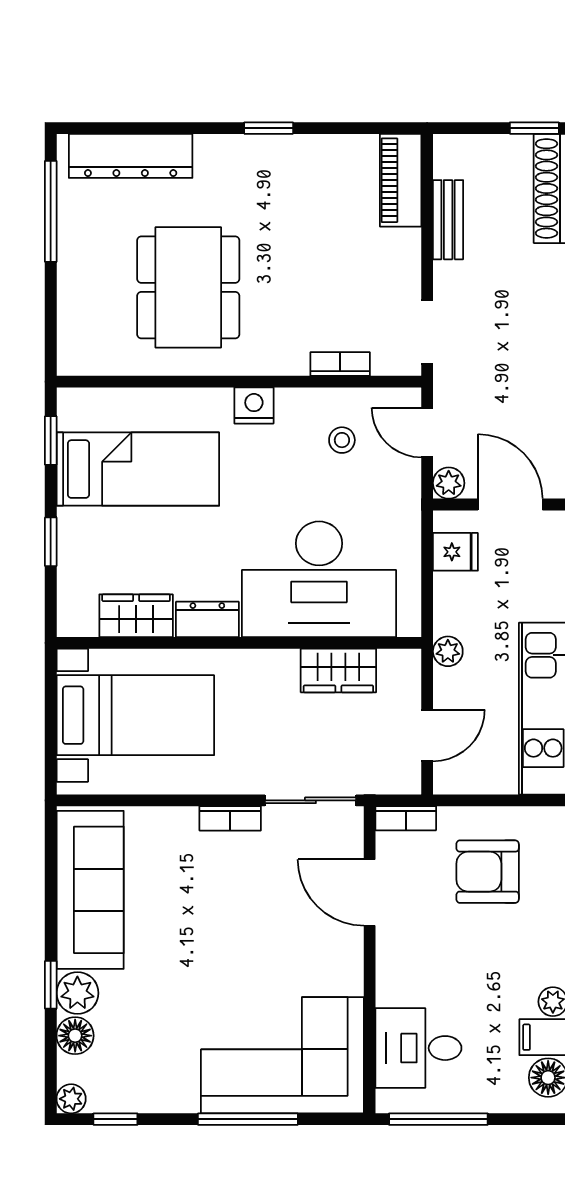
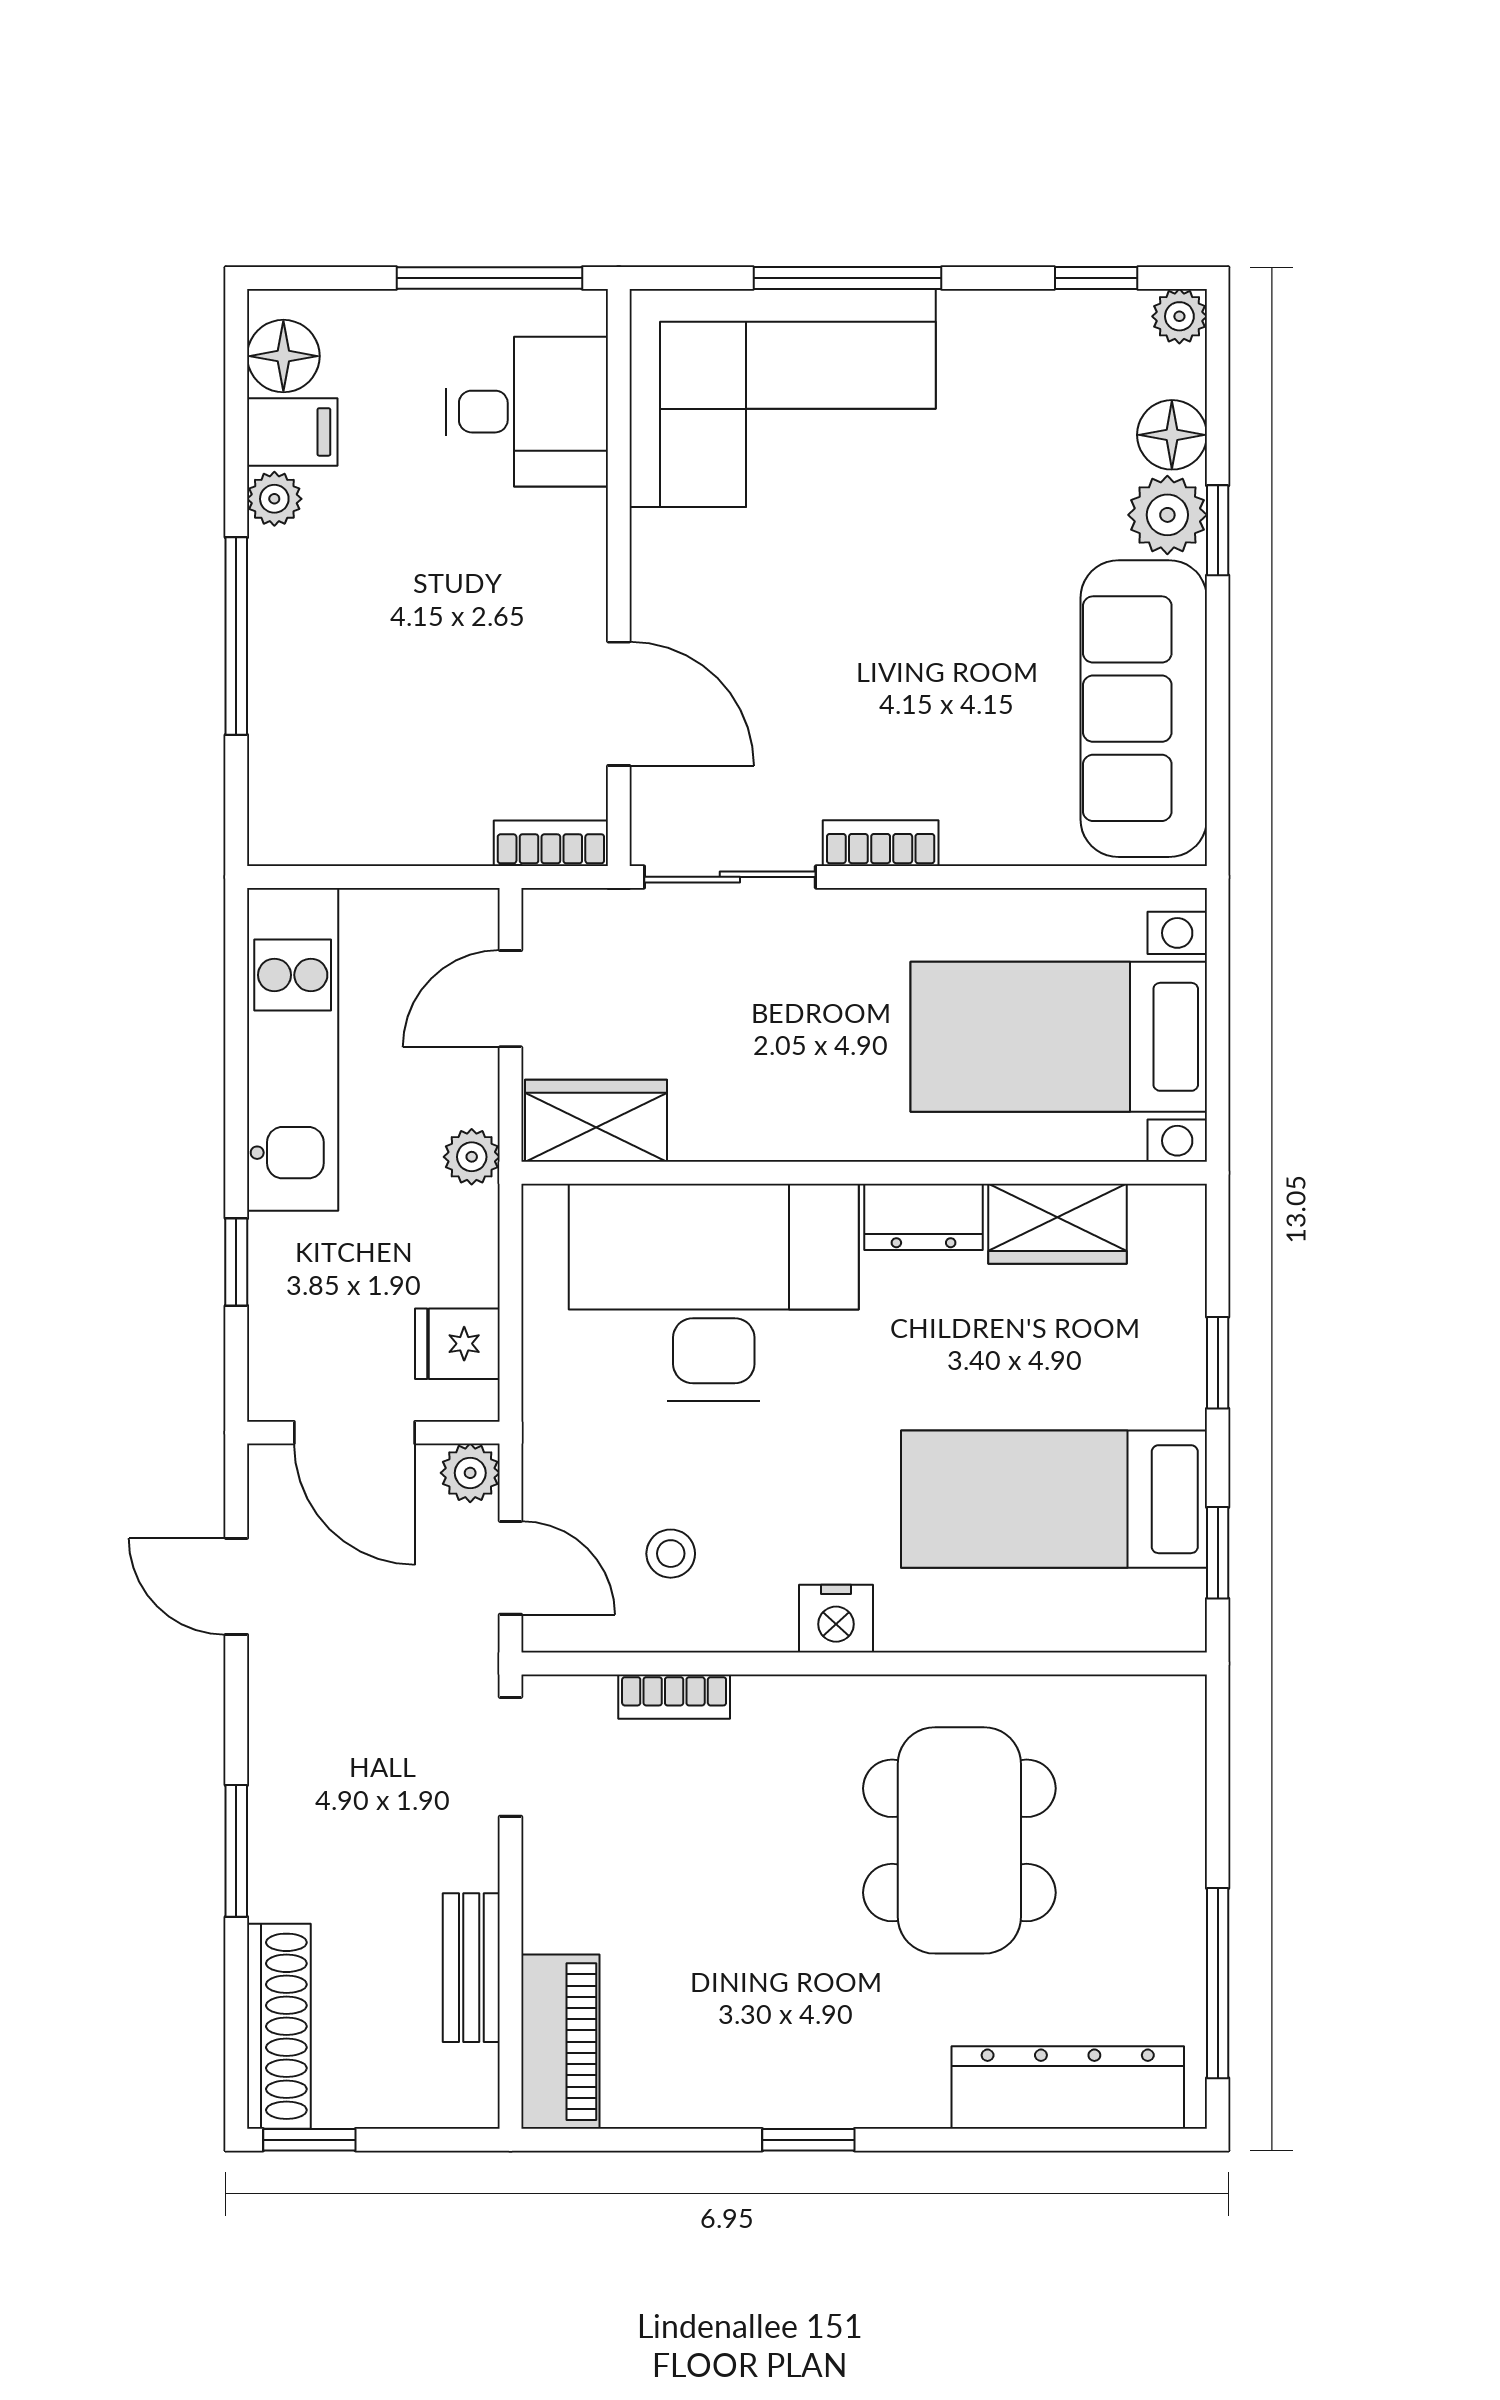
wardrobe: (338, 670) -> (596, 1121), moved
armchair: (488, 872) -> (397, 743), removed

